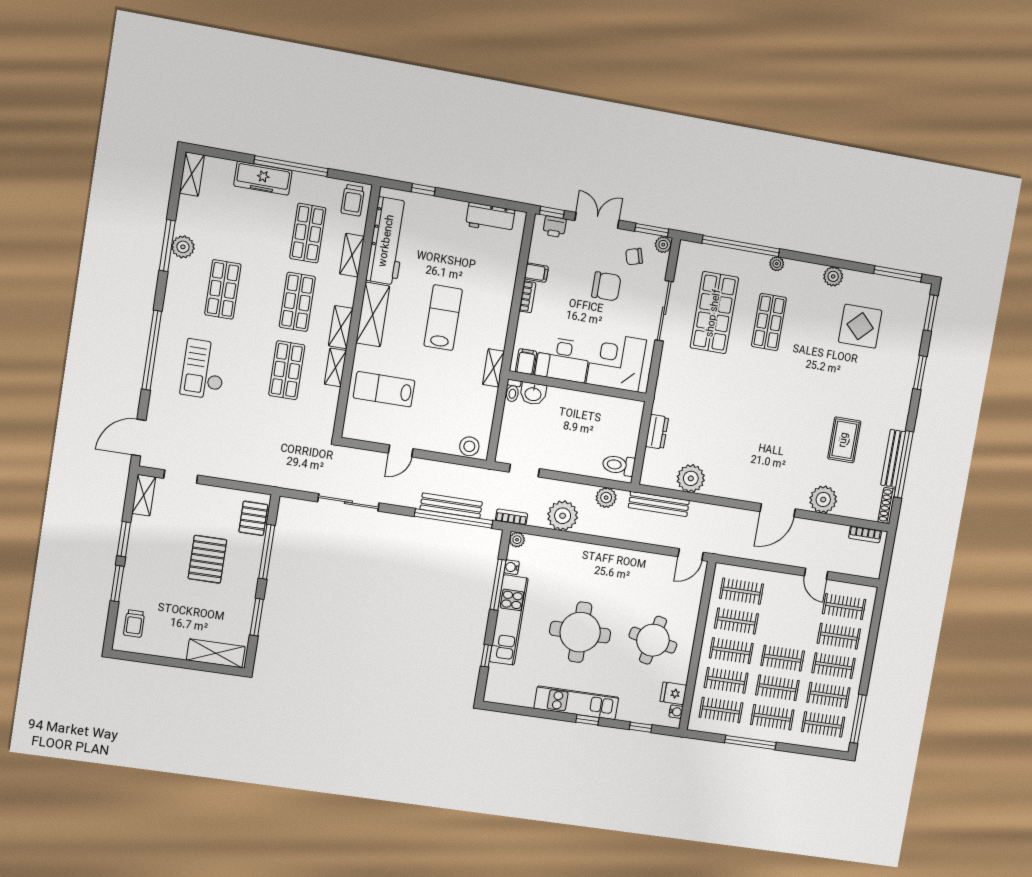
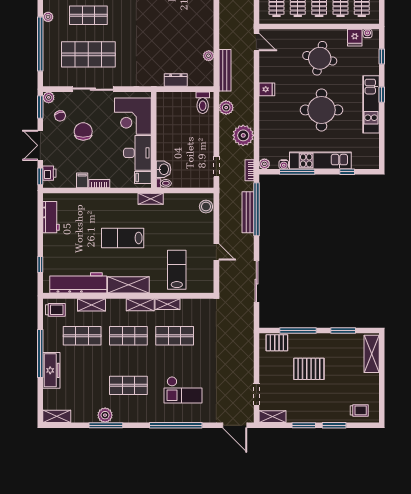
lab bench: (384, 389) -> (177, 270), turned 180
plant: (691, 478) -> (209, 56), width x0.53, depth x0.53
fridge: (622, 559) -> (267, 89), added

